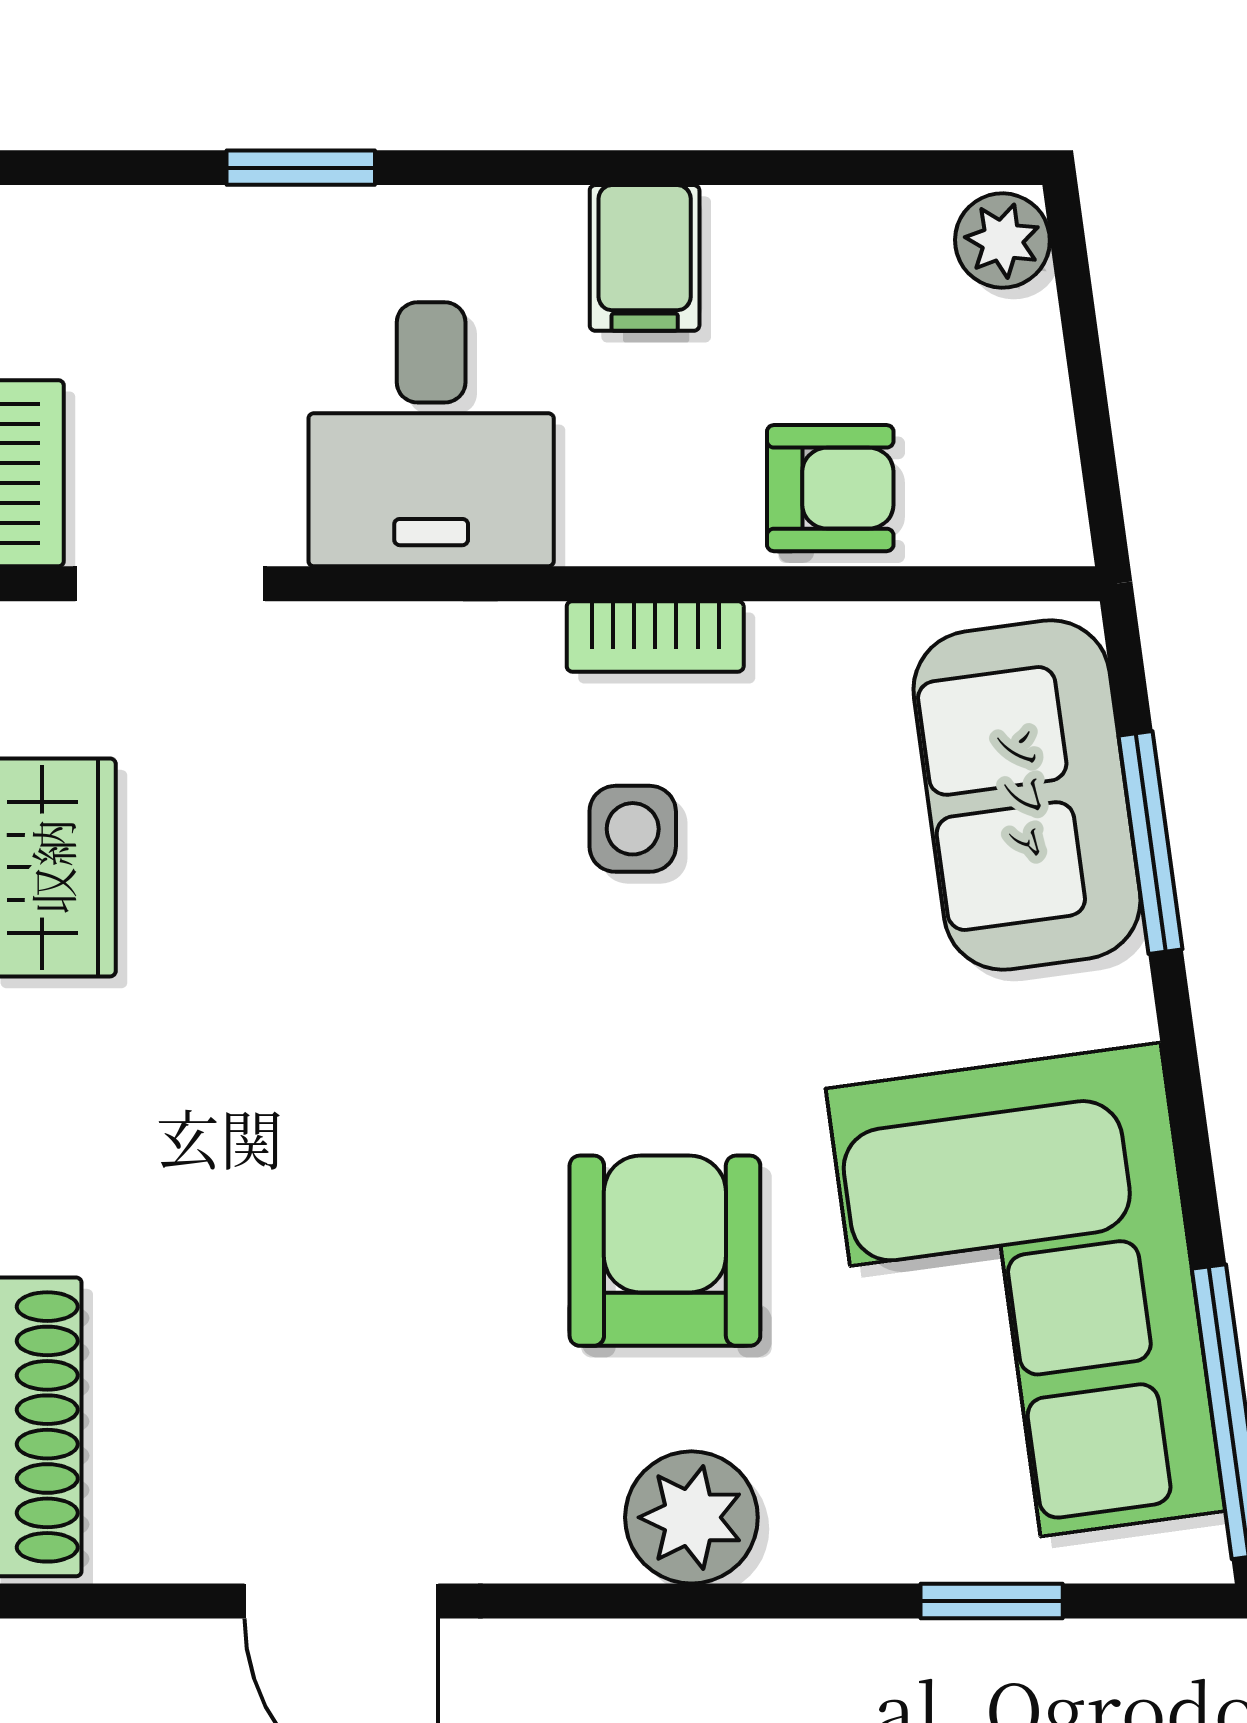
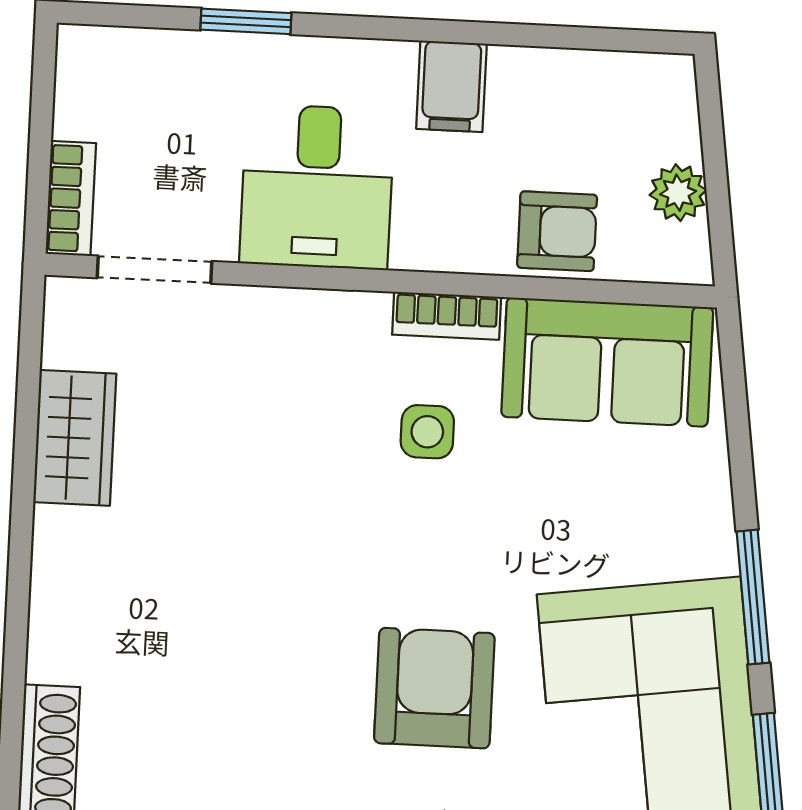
plant: (1002, 240) -> (678, 193), moved
sofa: (1027, 795) -> (607, 362), moved, turned -82
window: (1151, 843) -> (753, 597), moved

